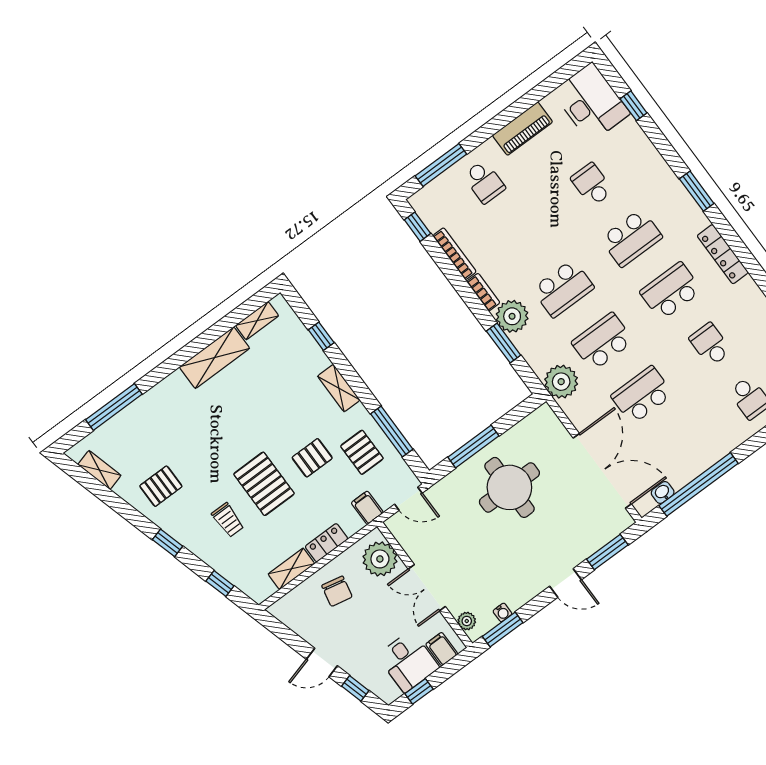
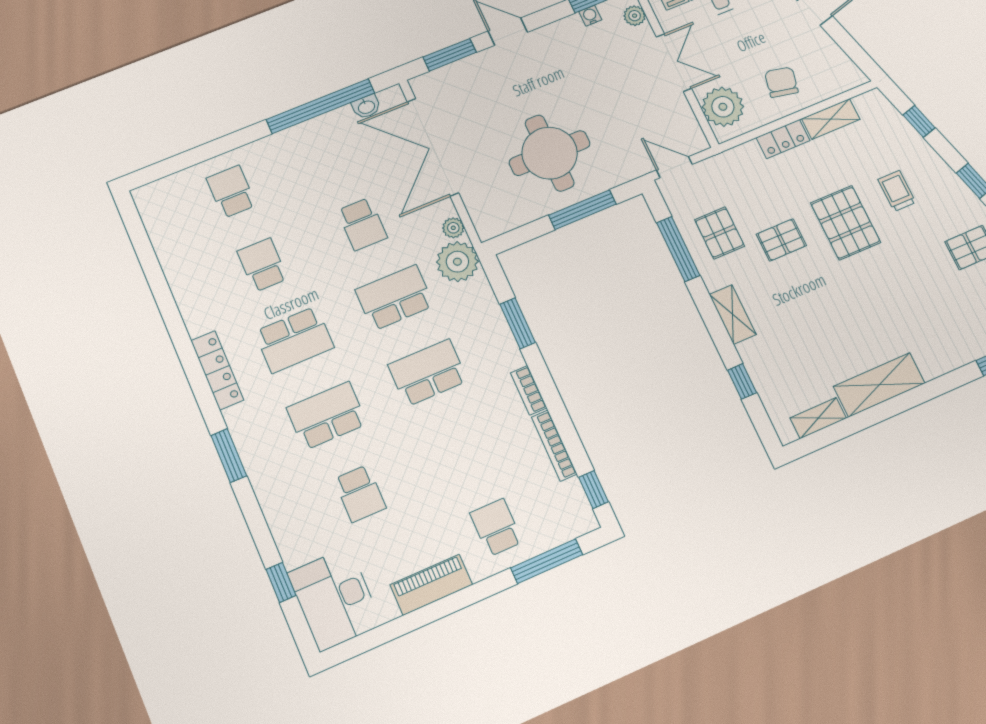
plant: (512, 316) -> (453, 228), moved, width x0.53, depth x0.53
school desk: (603, 342) -> (395, 298), turned 180
school desk: (710, 345) -> (262, 265), turned 180
school desk: (642, 395) -> (362, 224), width x0.54
filing cabinet: (367, 508) -> (726, 168), removed

